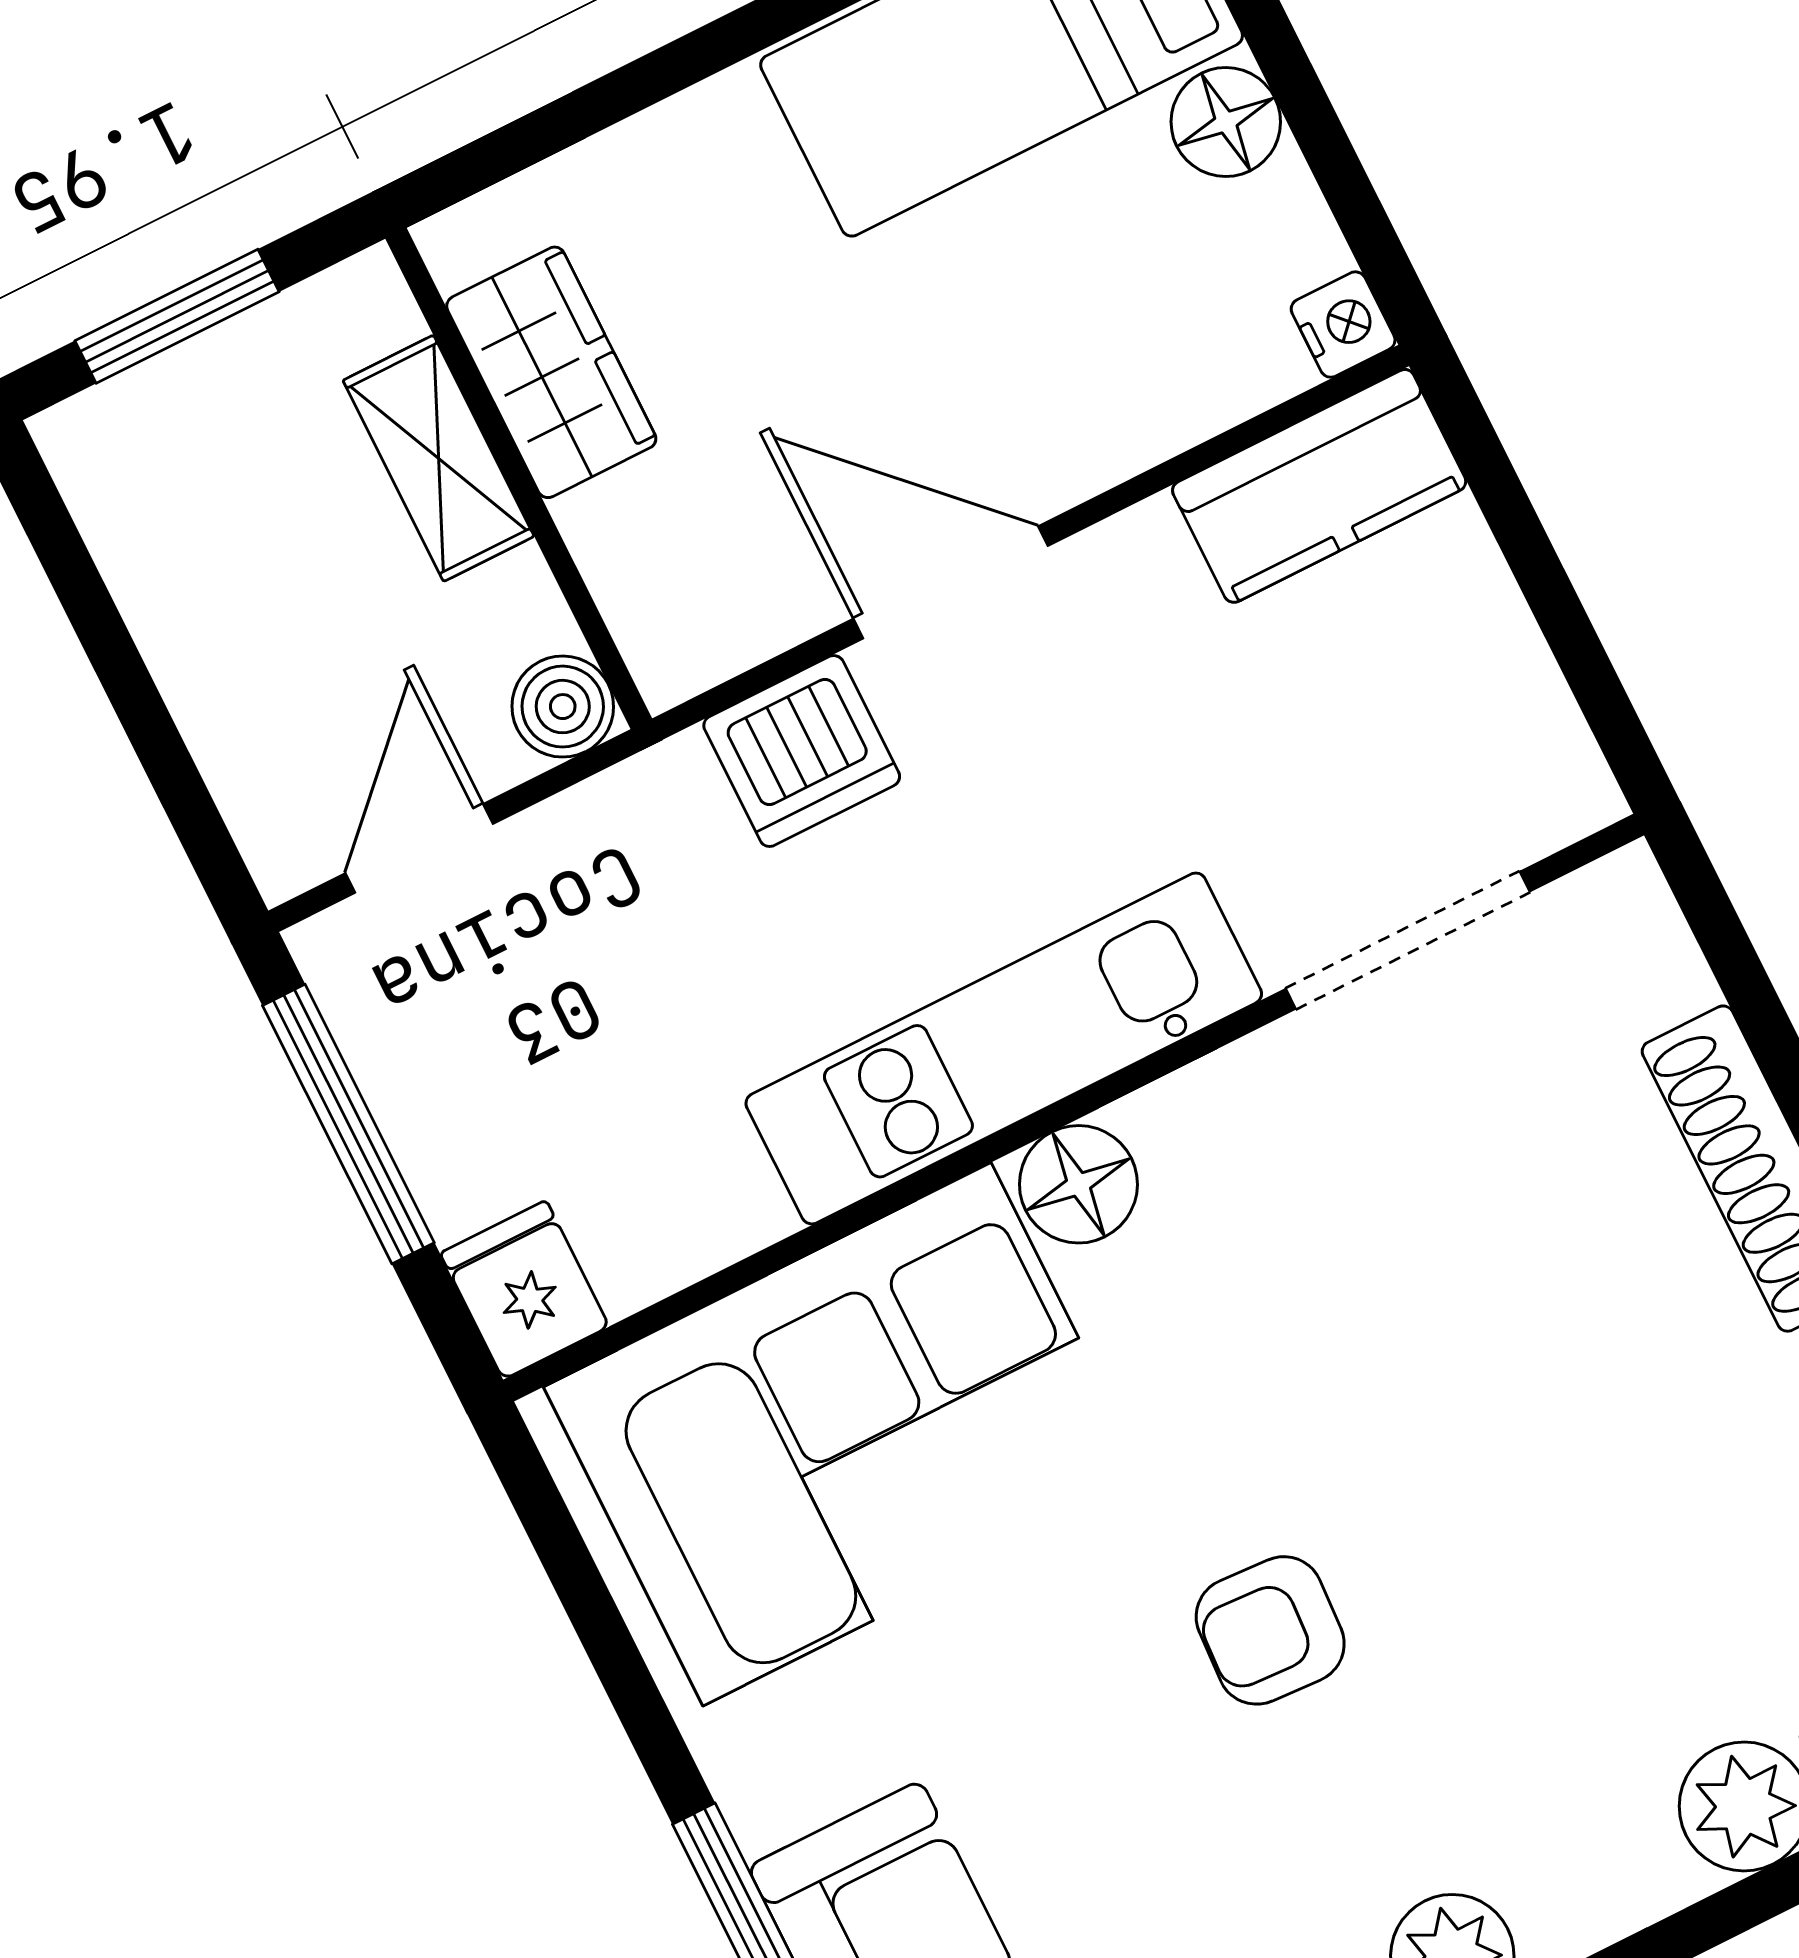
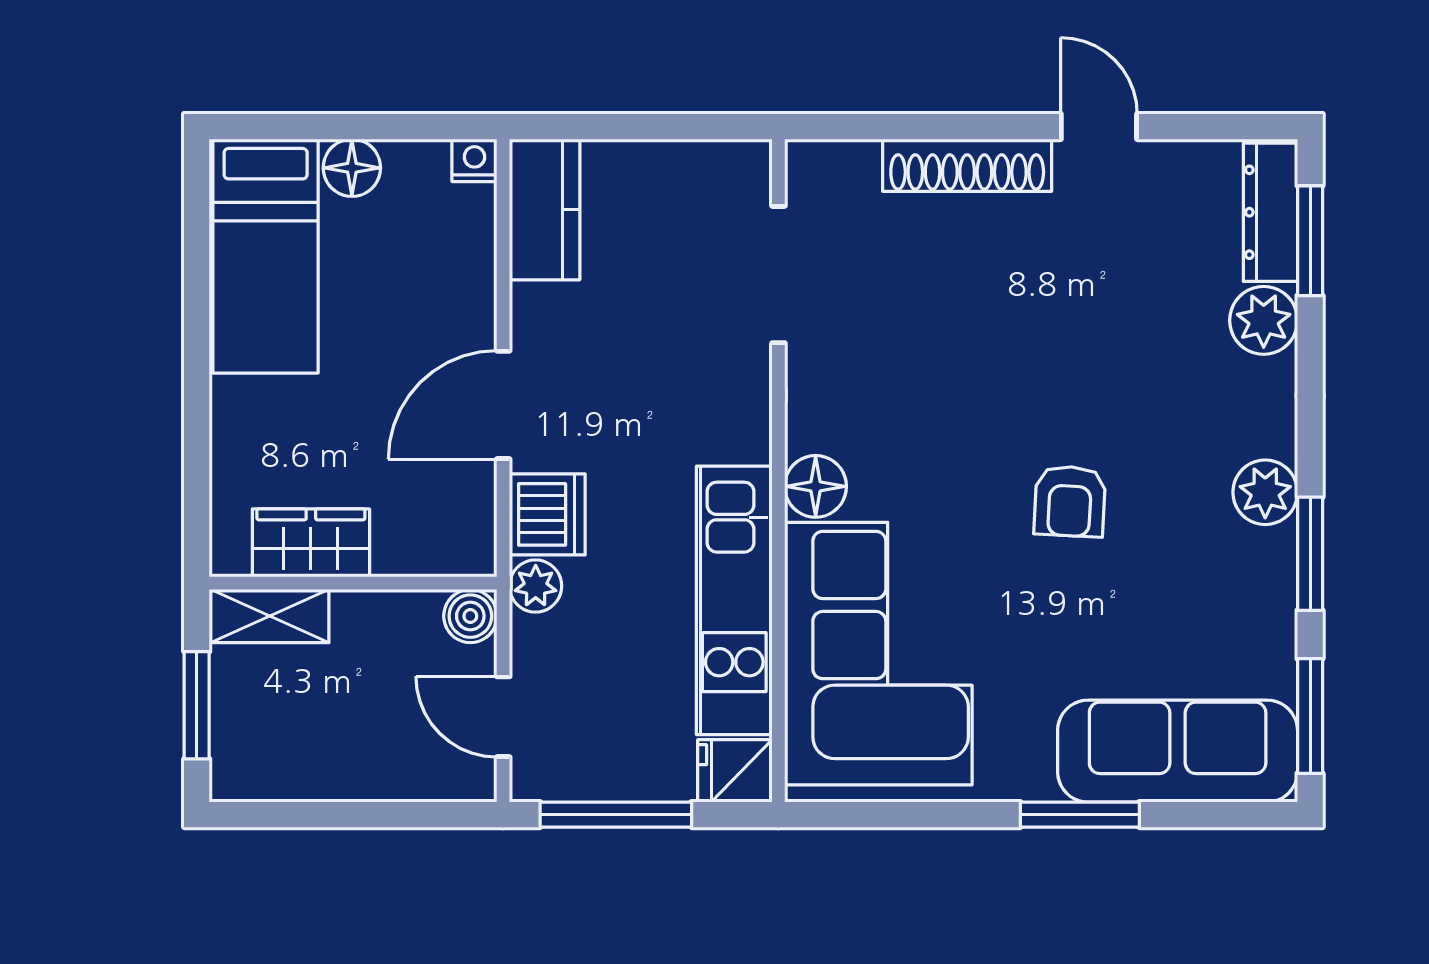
shelving: (438, 458) -> (270, 616), moved
plant: (670, 792) -> (536, 586), added
kitchen unit: (1004, 1048) -> (734, 600), moved

